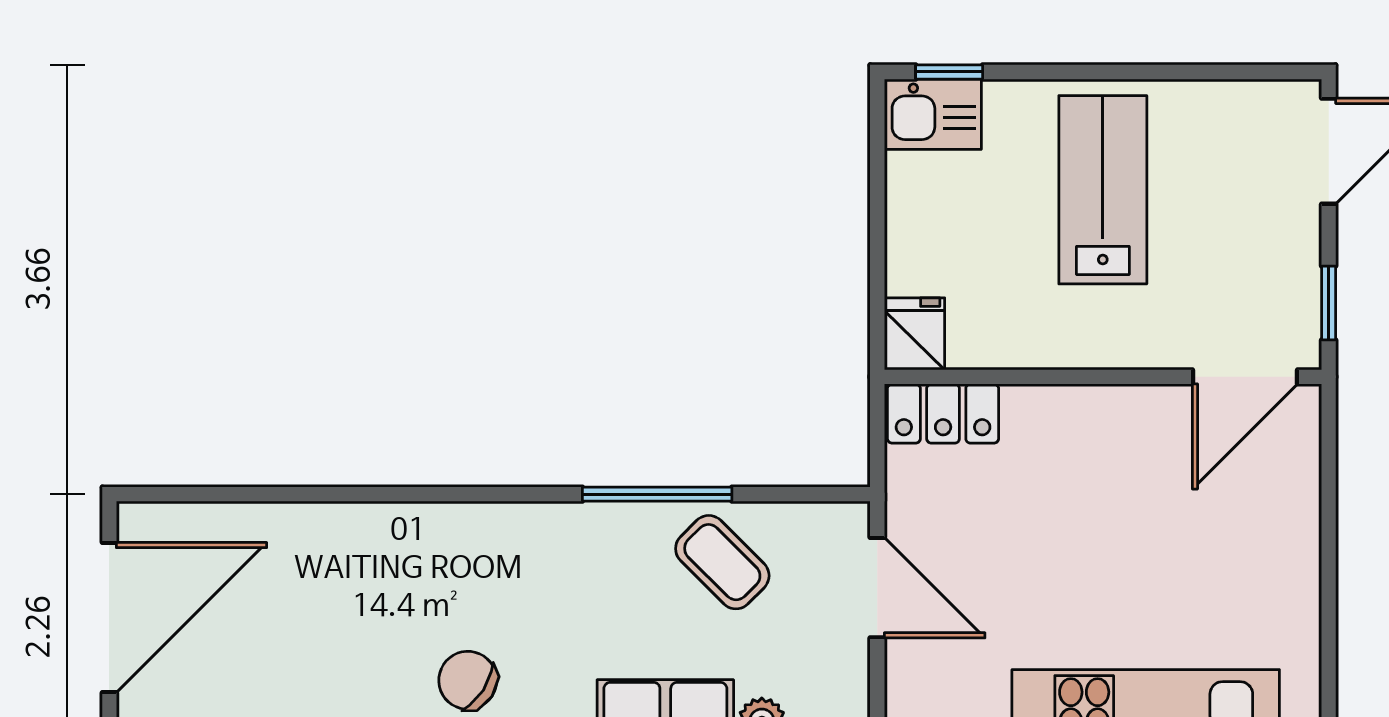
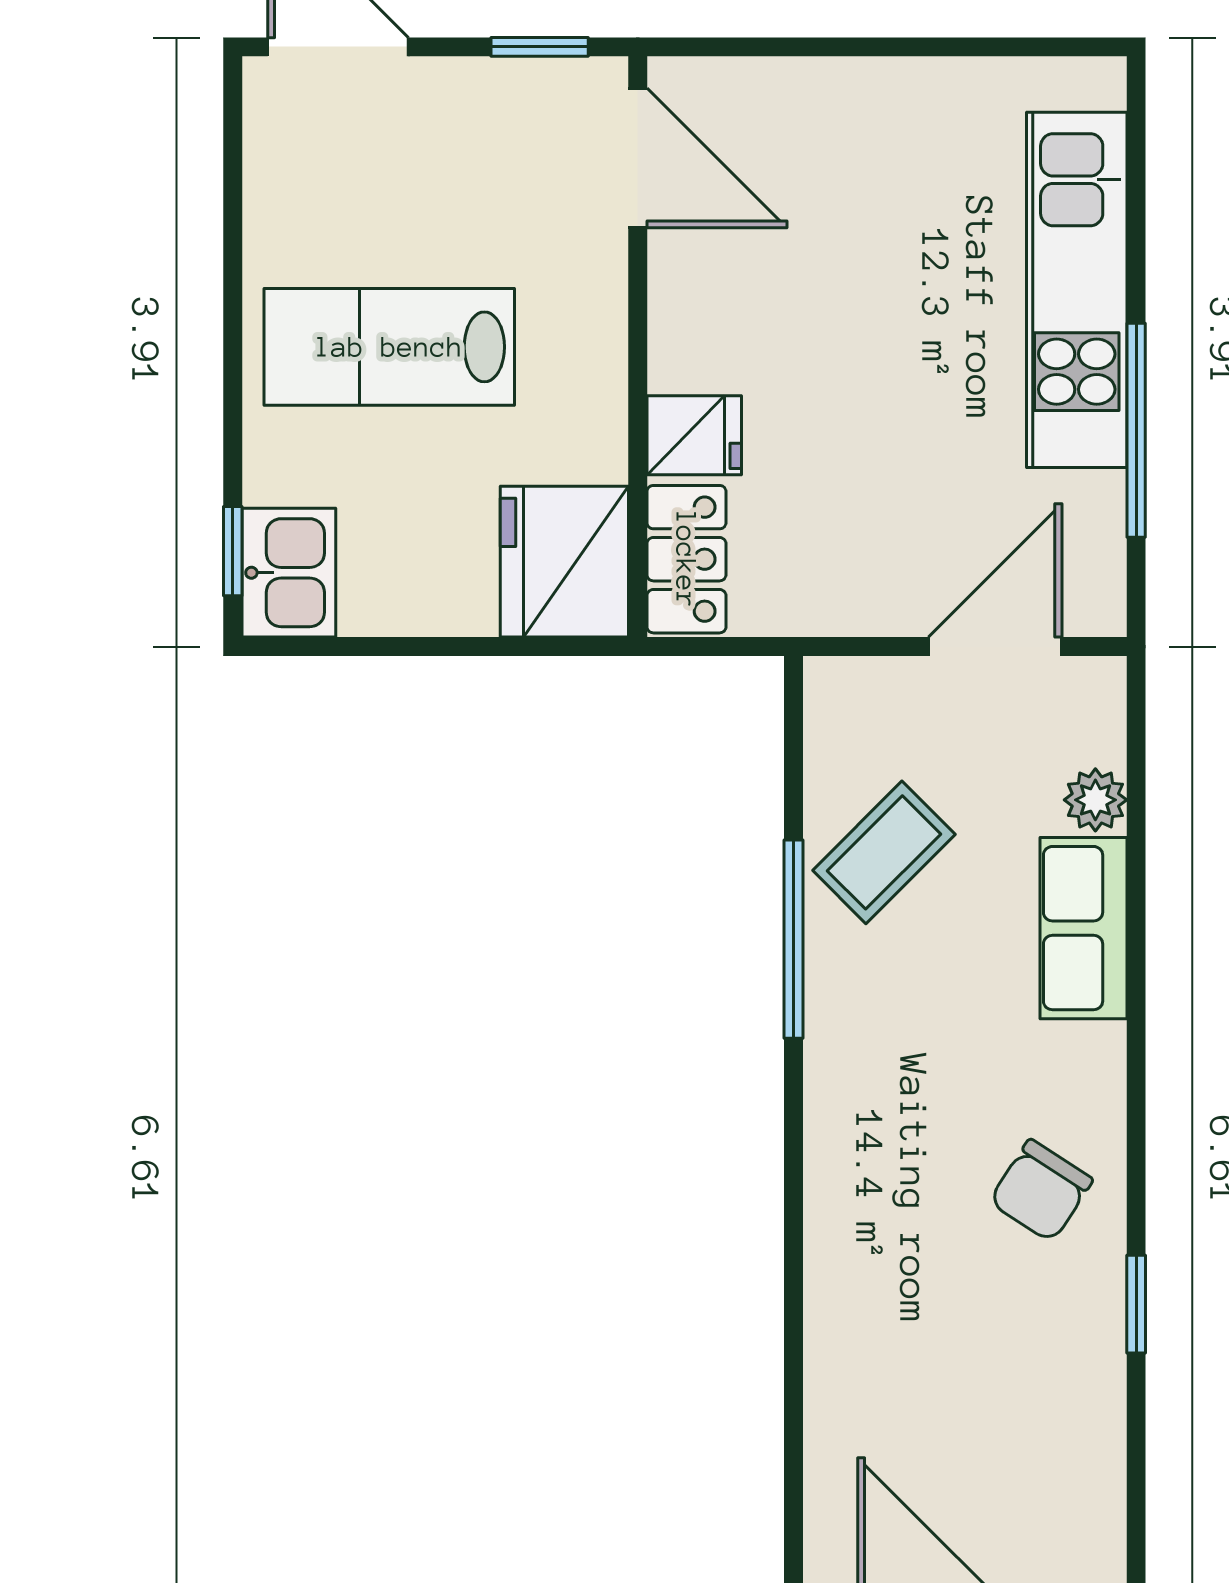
fridge: (914, 334) -> (564, 562), width x1.88, depth x1.34
fridge: (1036, 419) -> (694, 435), added
door: (877, 588) -> (995, 647), moved

